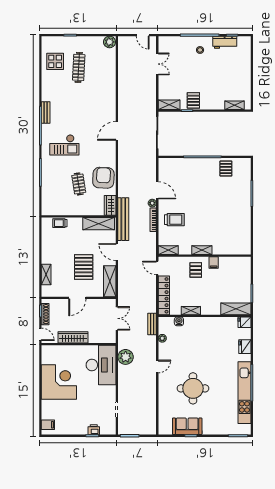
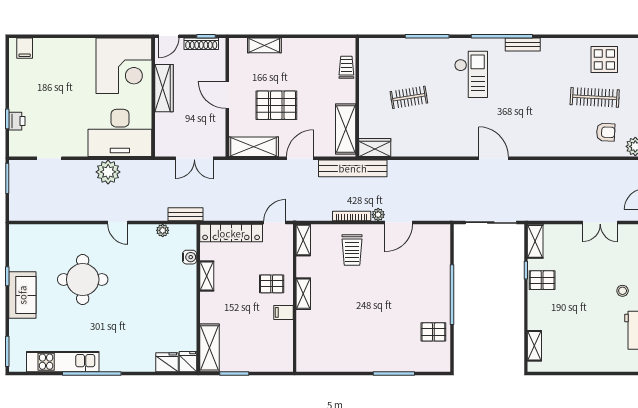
checkout: (64, 145) -> (471, 74), turned 180
armchair: (103, 178) -> (606, 132), moved, width x0.53, depth x0.53
fridge: (245, 347) -> (167, 362), moved
plant: (126, 357) -> (108, 172), moved
corner desk: (59, 382) -> (124, 66), moved
kitchen unit: (244, 393) -> (63, 362), width x0.73
sofa: (187, 426) -> (22, 295), moved

